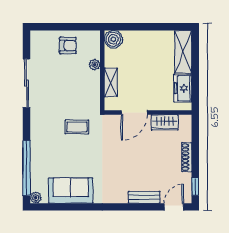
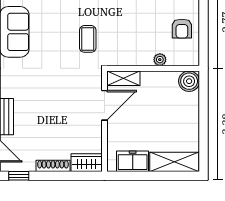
shelving: (111, 82) -> (123, 78), moved
door: (134, 112) -> (104, 105), swing flipped
wardrobe: (165, 122) -> (87, 163), moved, turned 90

